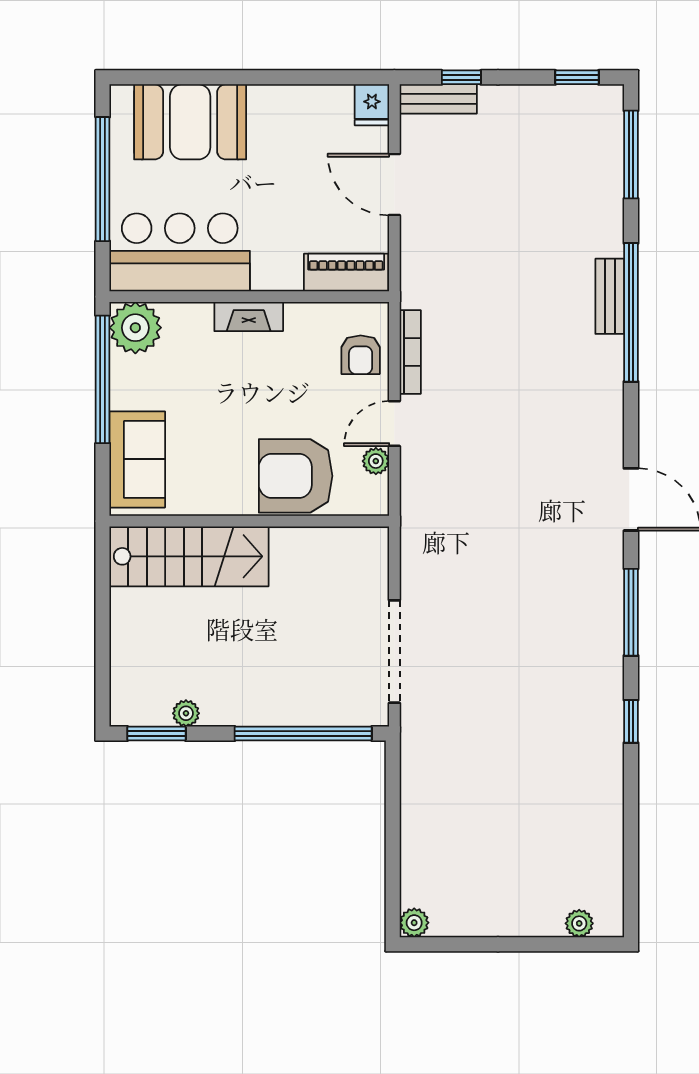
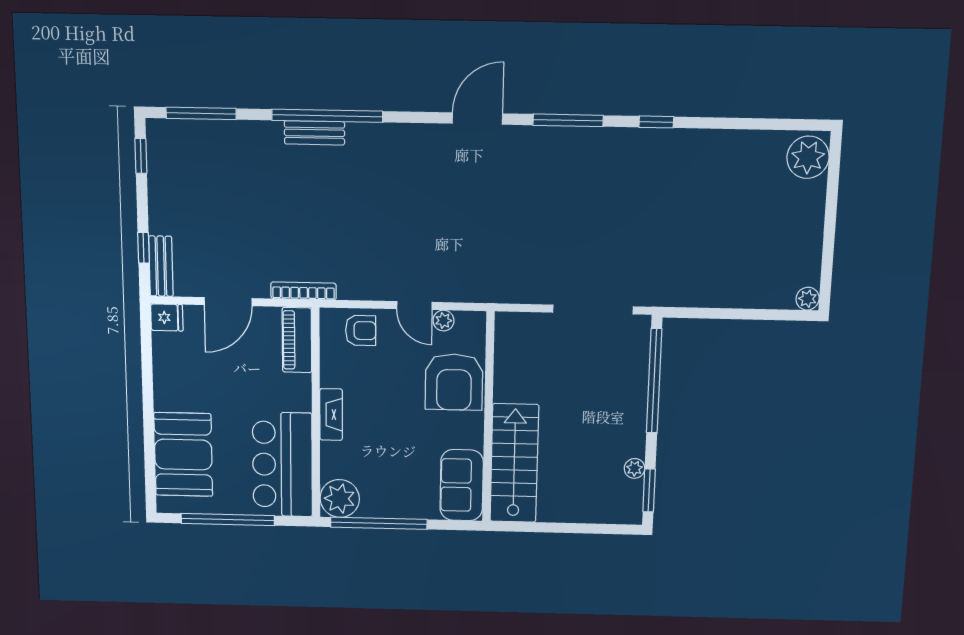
bookcase: (410, 352) -> (304, 291), moved
sofa: (137, 459) -> (462, 485), moved, turned -90
plant: (579, 923) -> (808, 157), width x1.88, depth x1.88

